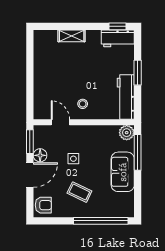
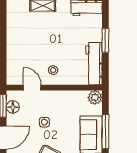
window: (138, 152) -> (105, 132), moved
floor lamp: (40, 155) -> (13, 107), moved

